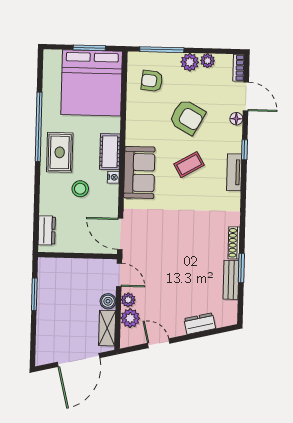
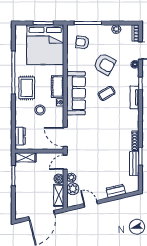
plant: (190, 62) -> (105, 30), removed
sofa: (139, 172) -> (76, 93), width x1.36
shelving: (55, 265) -> (25, 157), added
door: (119, 275) -> (65, 162), swing flipped

